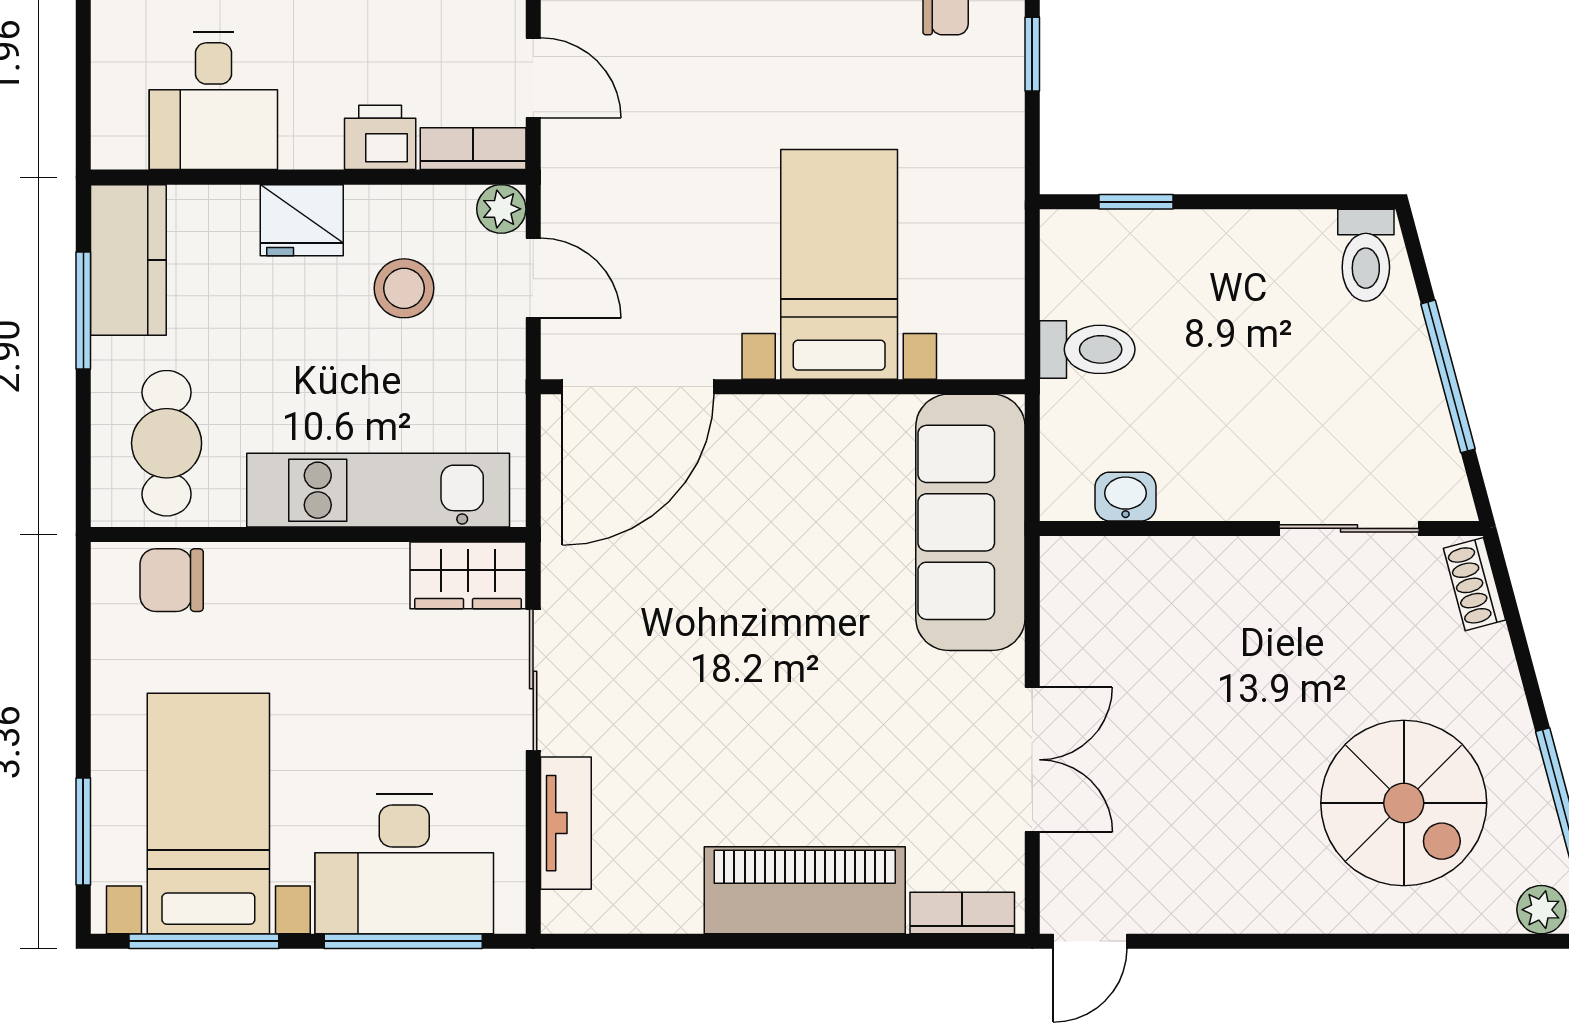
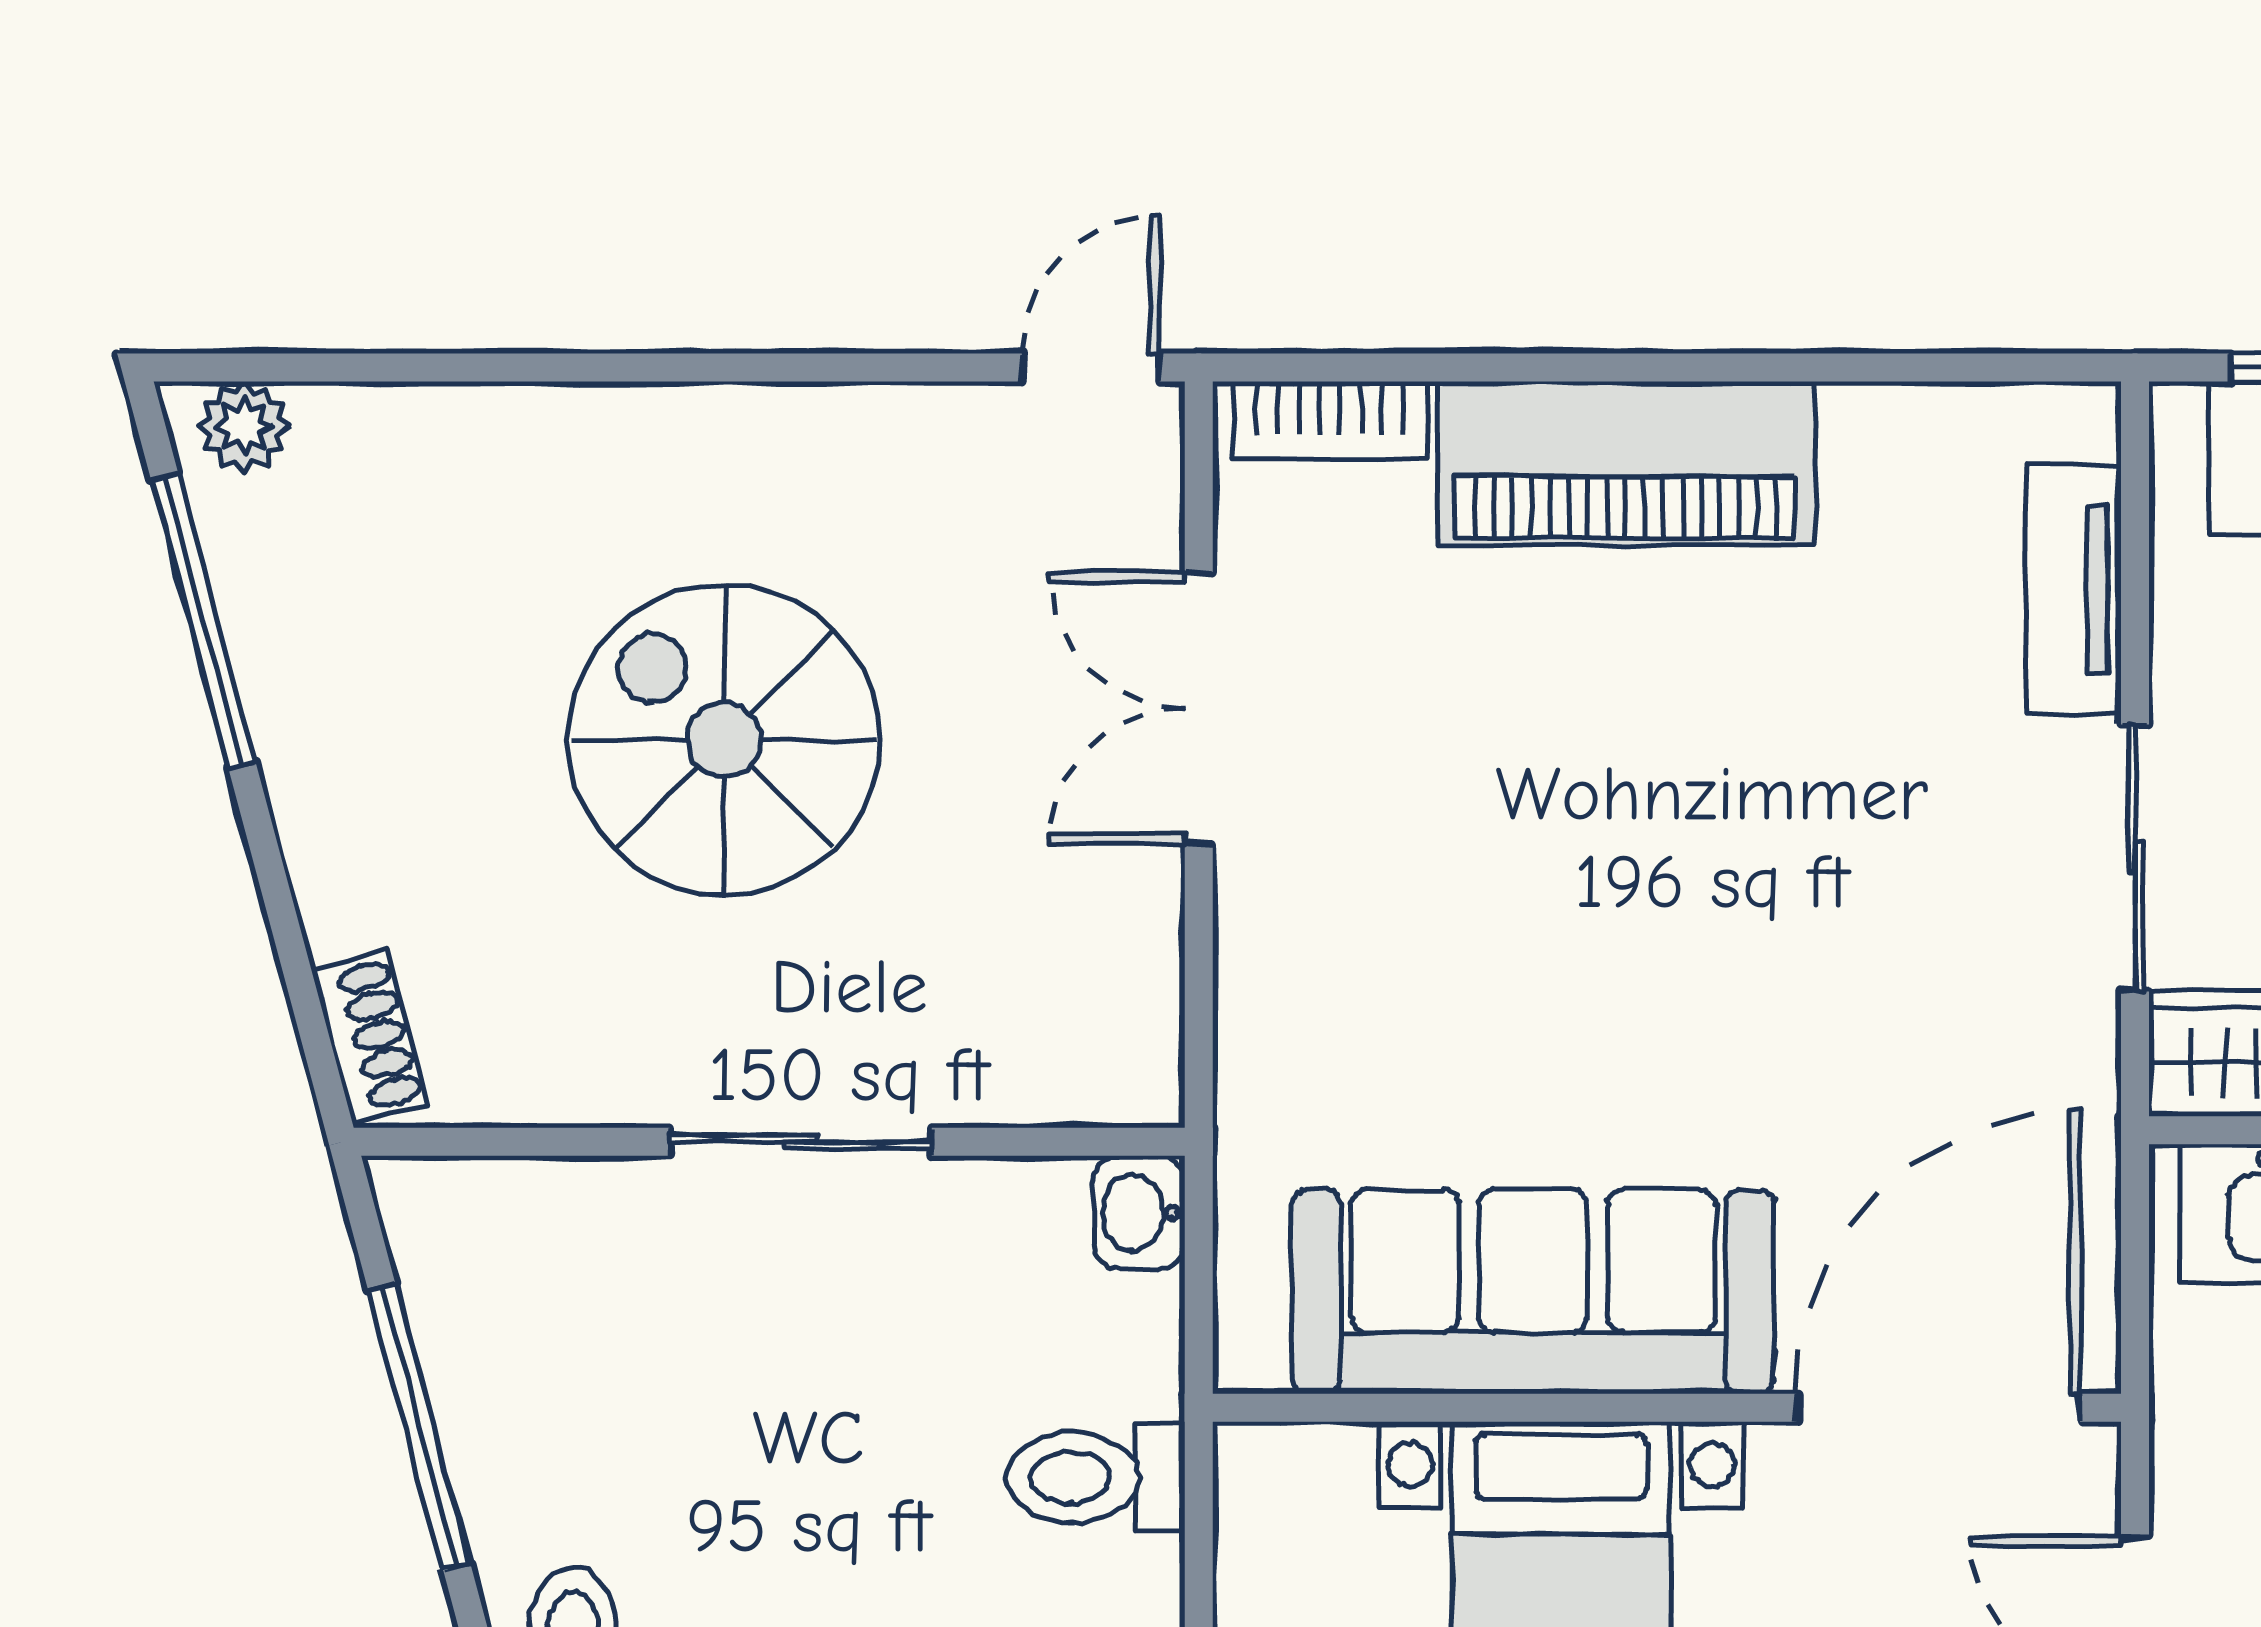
washbasin: (1126, 497) -> (1139, 1213), moved, turned 90
sofa: (970, 522) -> (1533, 1292), moved, turned -90
sliding door: (1349, 528) -> (801, 1142), moved
spiral stairs: (1404, 803) -> (724, 740), moved

